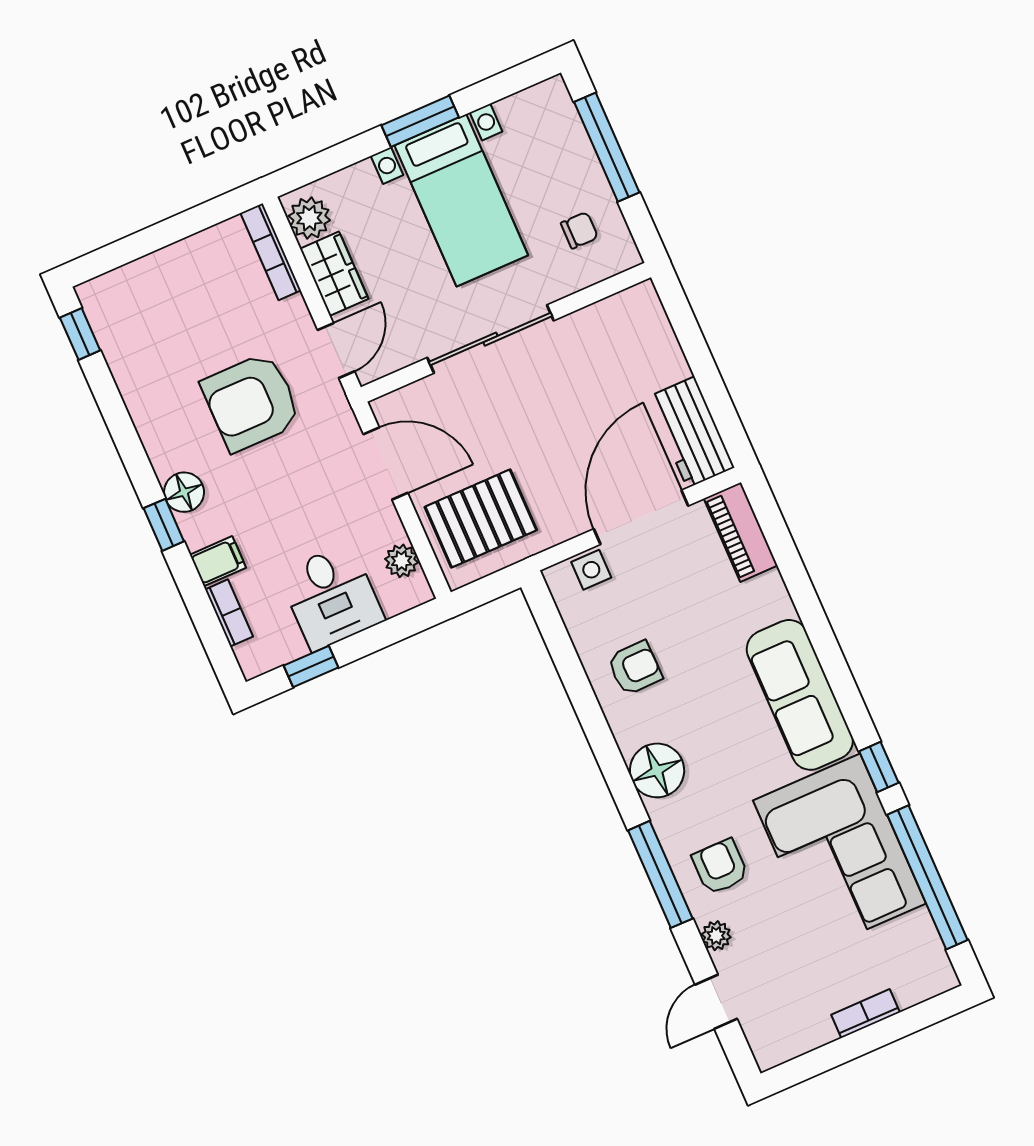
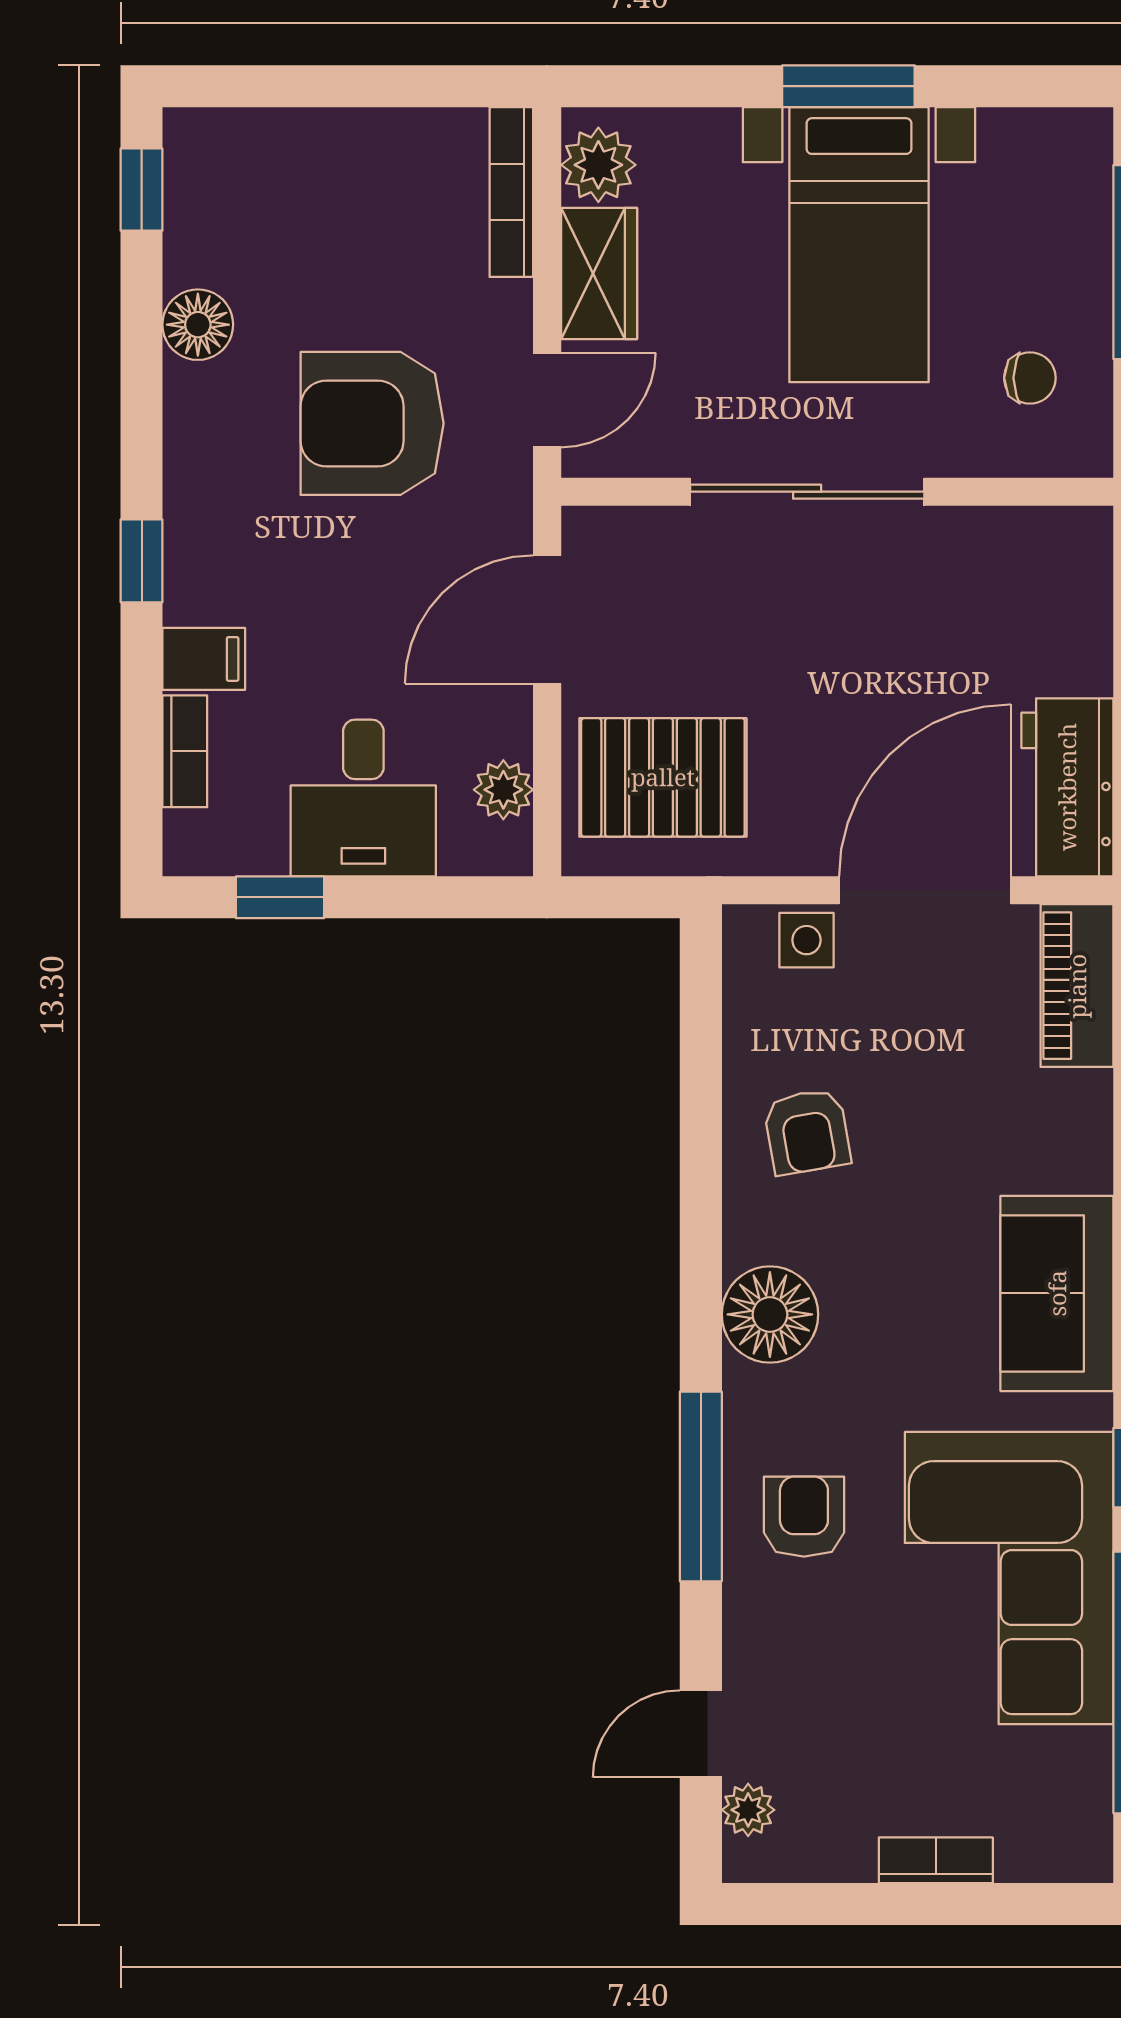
door: (386, 463) -> (547, 619), swing flipped
floor lamp: (184, 492) -> (198, 325), moved
armchair: (635, 668) -> (807, 1132), turned 81
sofa: (800, 695) -> (1057, 1293), width x0.73
plant: (716, 936) -> (748, 1810), moved

